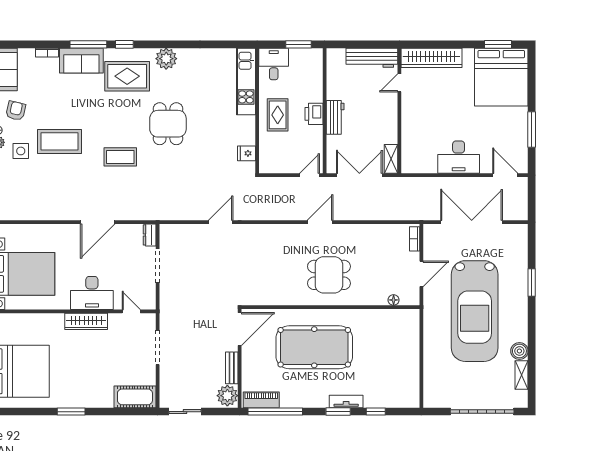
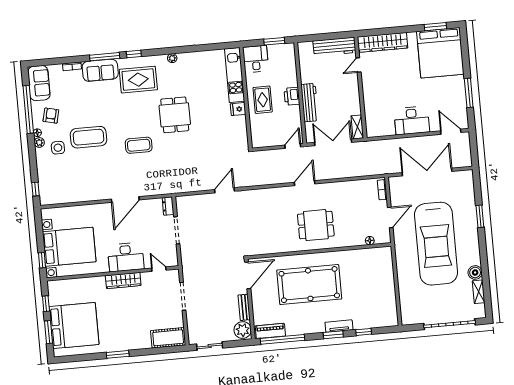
plant: (166, 59) -> (172, 58), width x0.53, depth x0.53
workbench: (335, 117) -> (310, 103), width x1.37
fridge: (246, 153) -> (238, 109), moved

